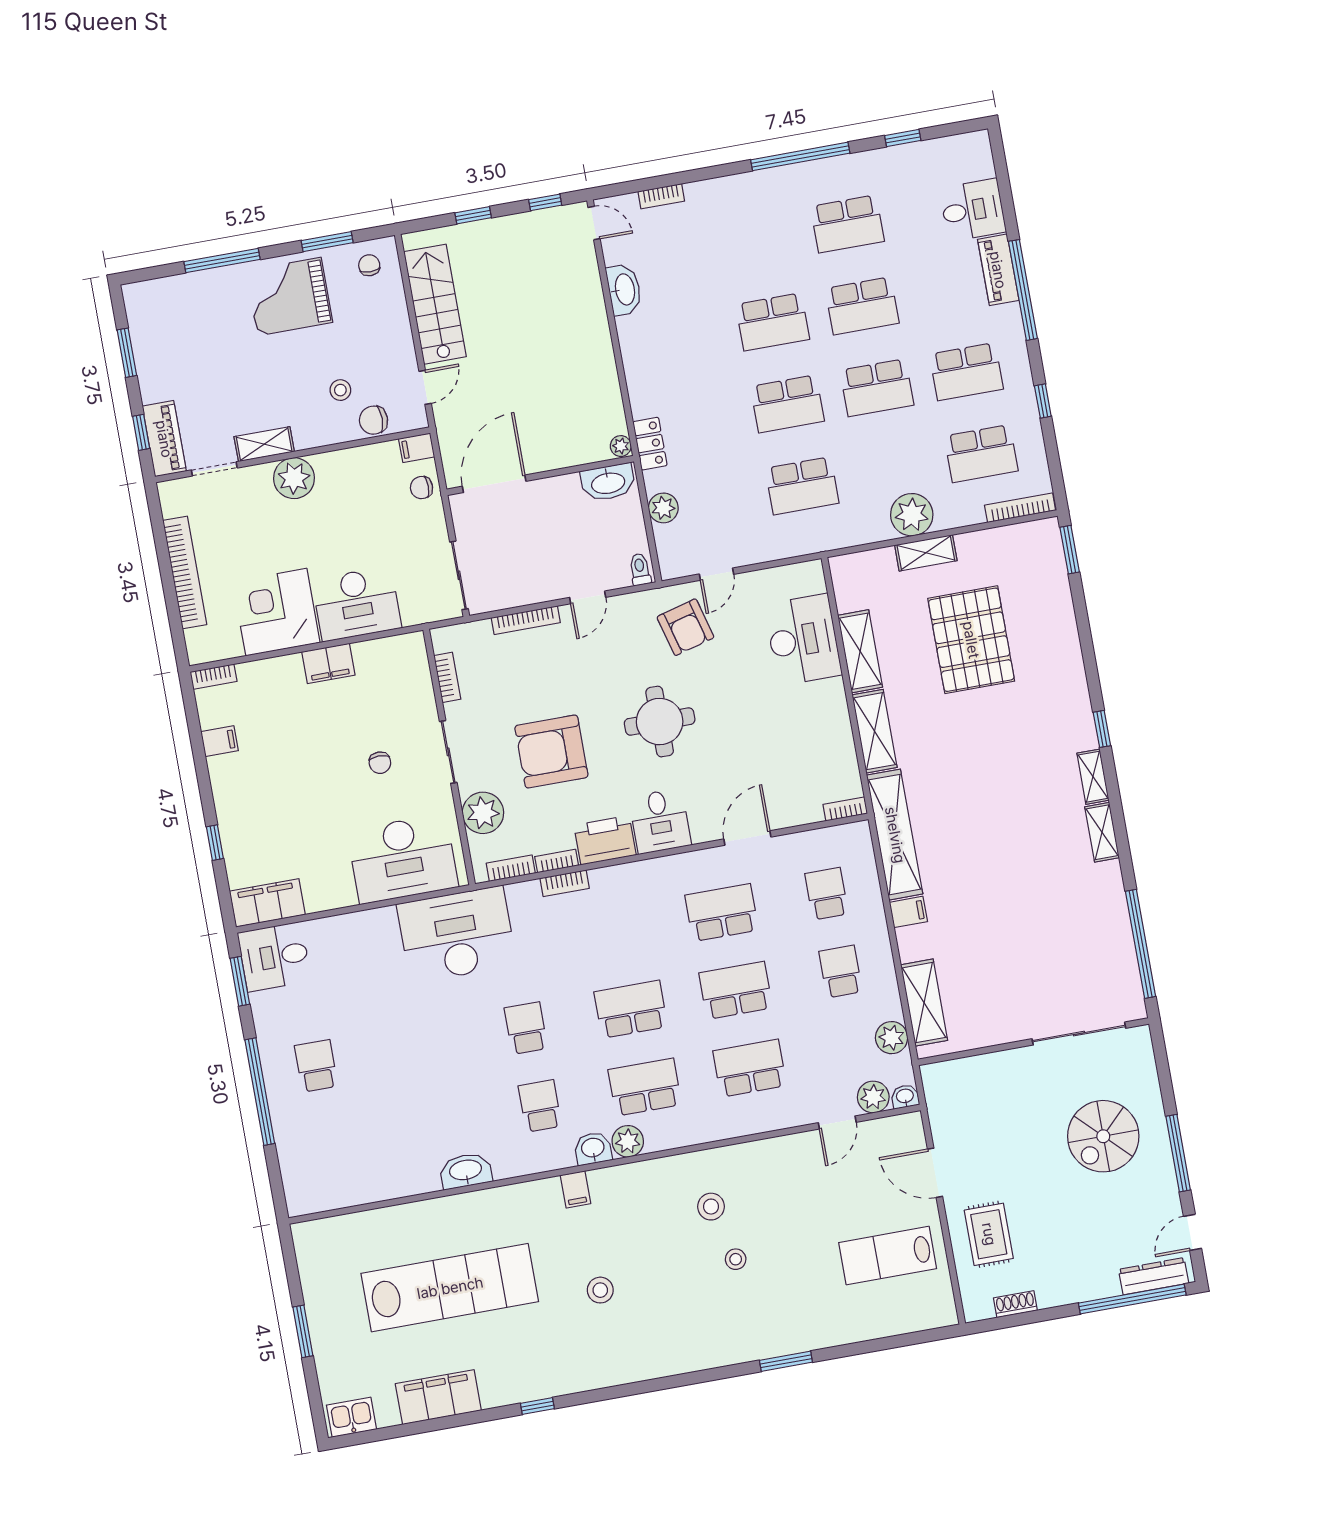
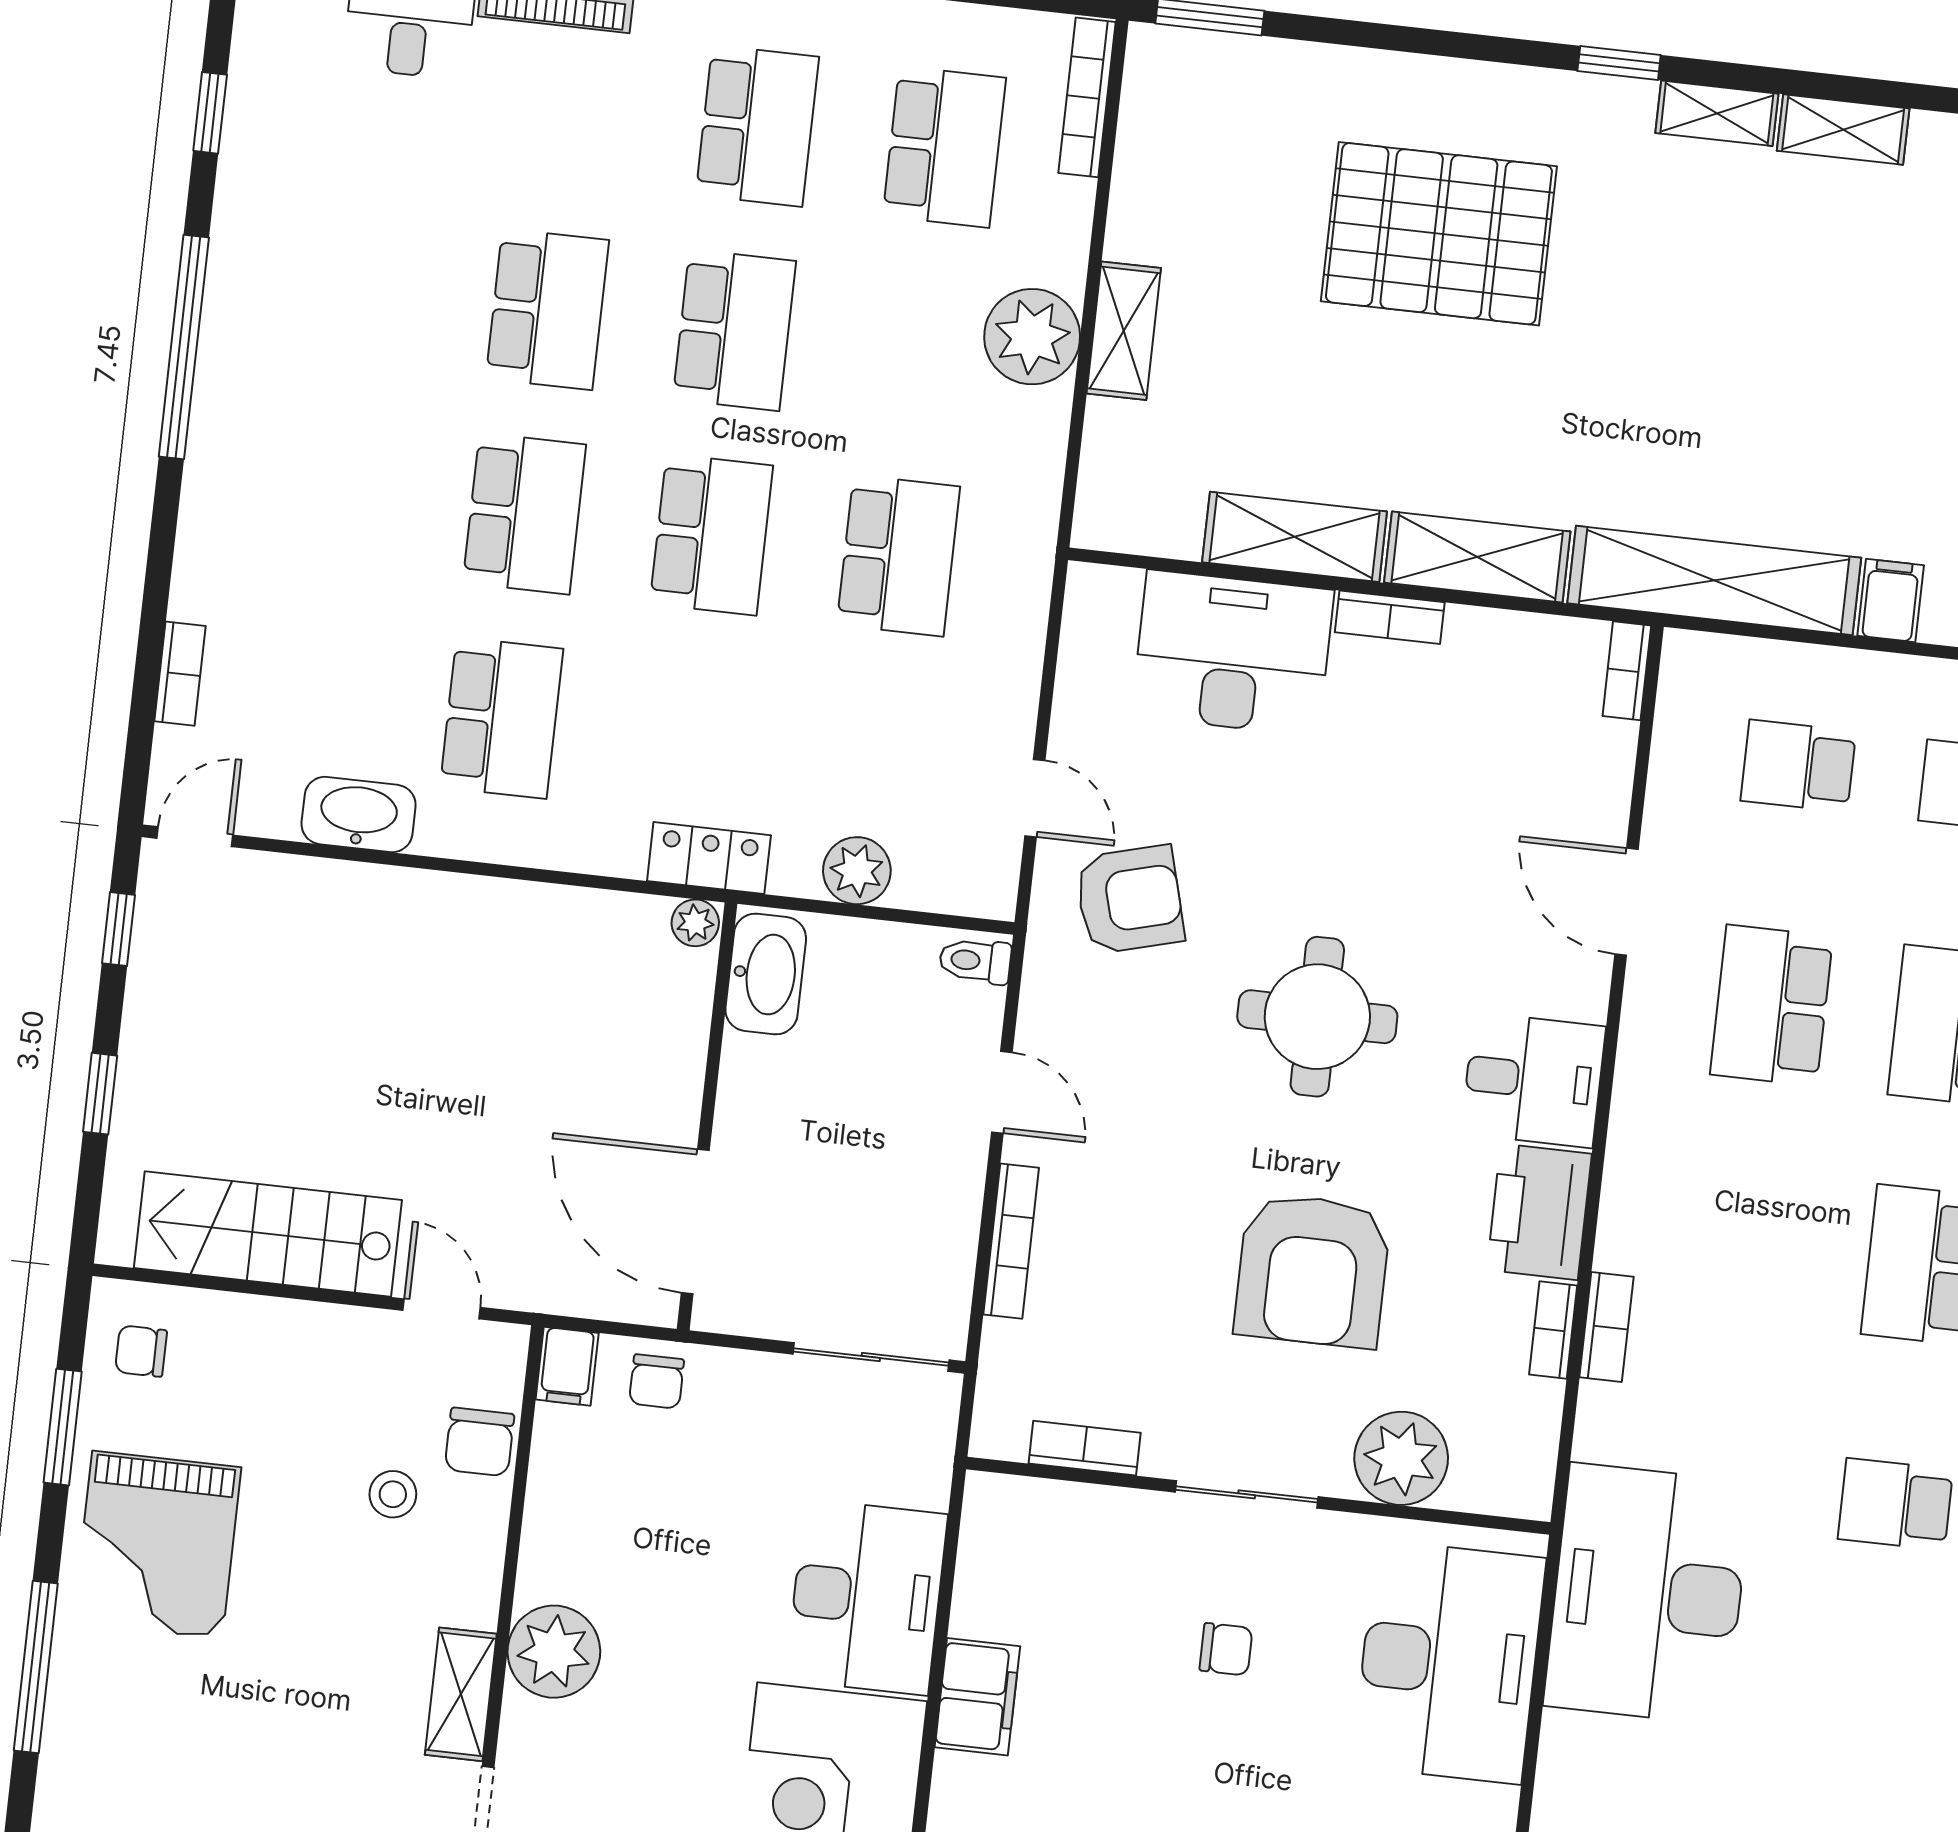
school desk: (847, 224) -> (502, 718), moved
pallet: (971, 640) -> (1439, 234), moved
bookcase: (511, 868) -> (1390, 617), moved, turned -90

